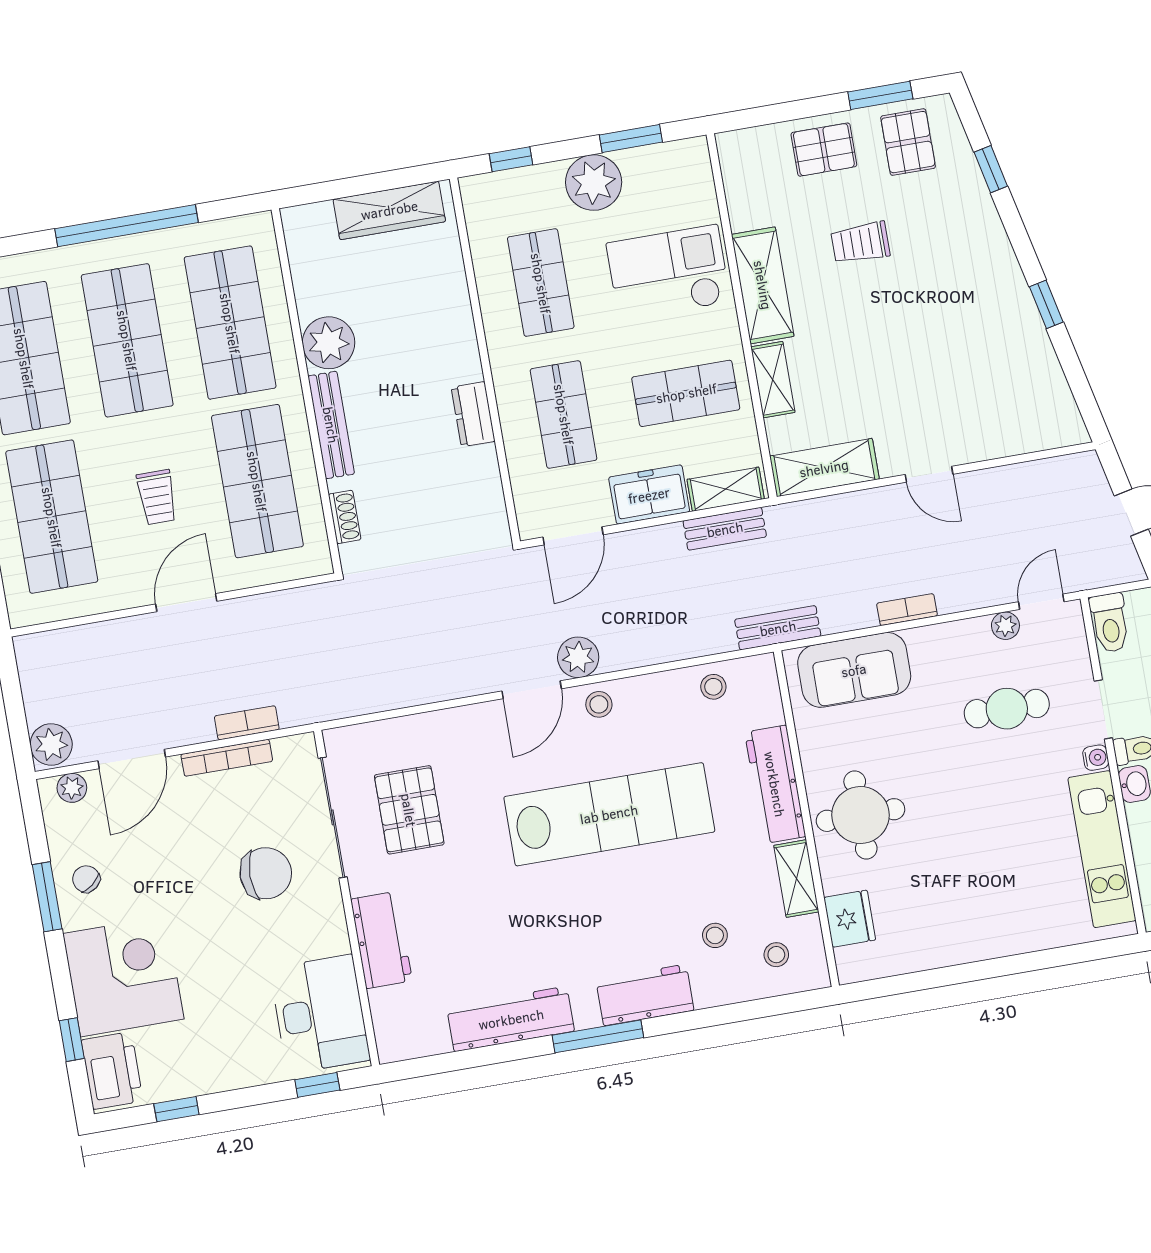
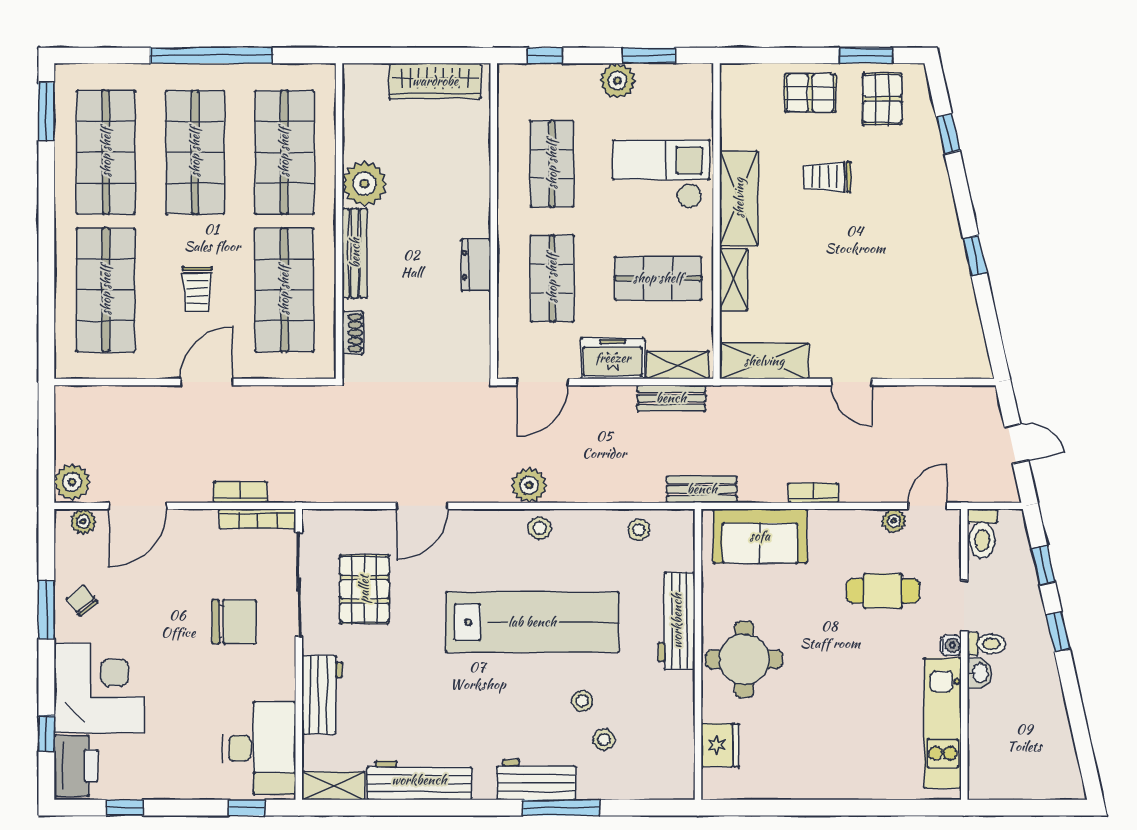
plant: (594, 182) -> (618, 81), width x0.73, depth x0.73
door: (532, 690) -> (422, 506), moved
bookcase: (227, 758) -> (257, 519), moved
shelving: (796, 879) -> (333, 786), moved, turned 90
stool: (776, 955) -> (582, 701), moved
window: (598, 1036) -> (561, 808), moved

